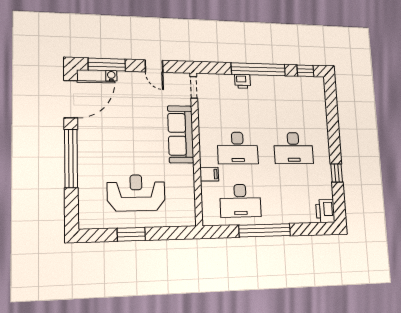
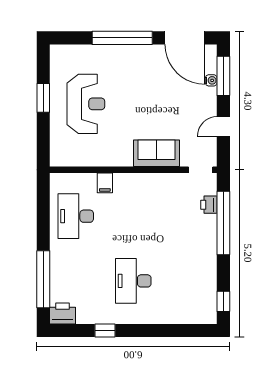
window: (258, 69) -> (223, 223), moved
printer: (243, 81) -> (209, 205), moved
sofa: (181, 134) -> (157, 153), width x0.73
desk: (238, 148) -> (133, 216), removed
window: (265, 230) -> (43, 279), moved

